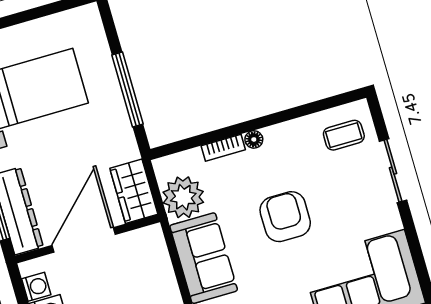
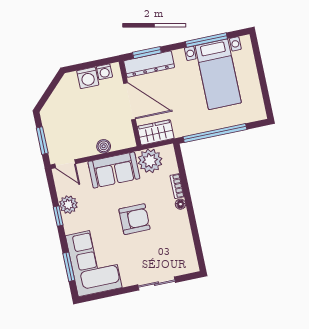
window: (127, 89) -> (215, 133), width x1.46
coffee table: (344, 135) -> (179, 257), removed
boiler: (164, 279) -> (104, 146), added

